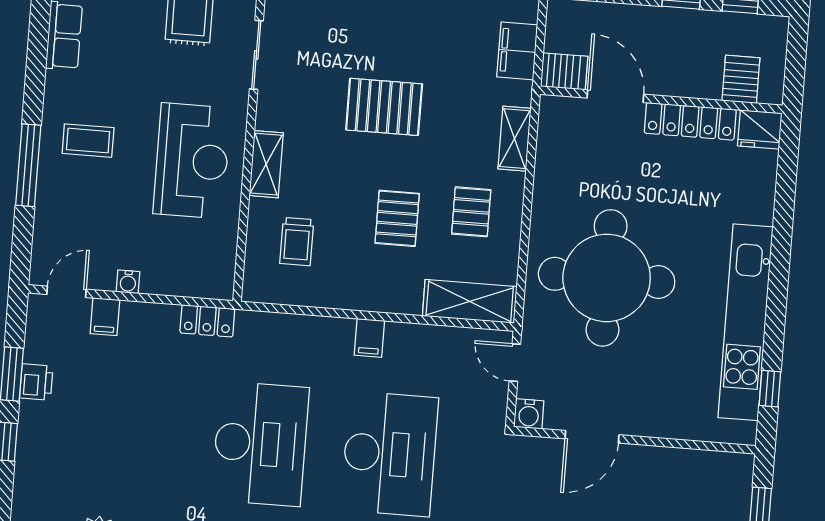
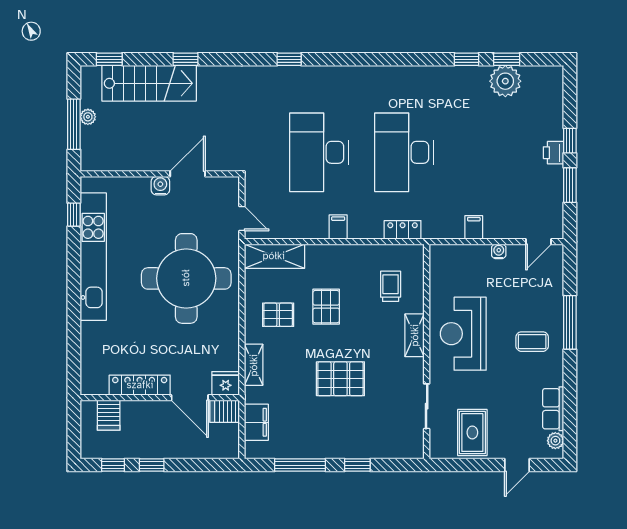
fridge: (760, 129) -> (226, 383), moved
pallet: (471, 212) -> (278, 315), turned 90
filing cabinet: (105, 317) -> (474, 227), moved
locker: (207, 321) -> (403, 230), moved
printer: (36, 382) -> (554, 153), moved
water cooler: (529, 414) -> (160, 186), moved

